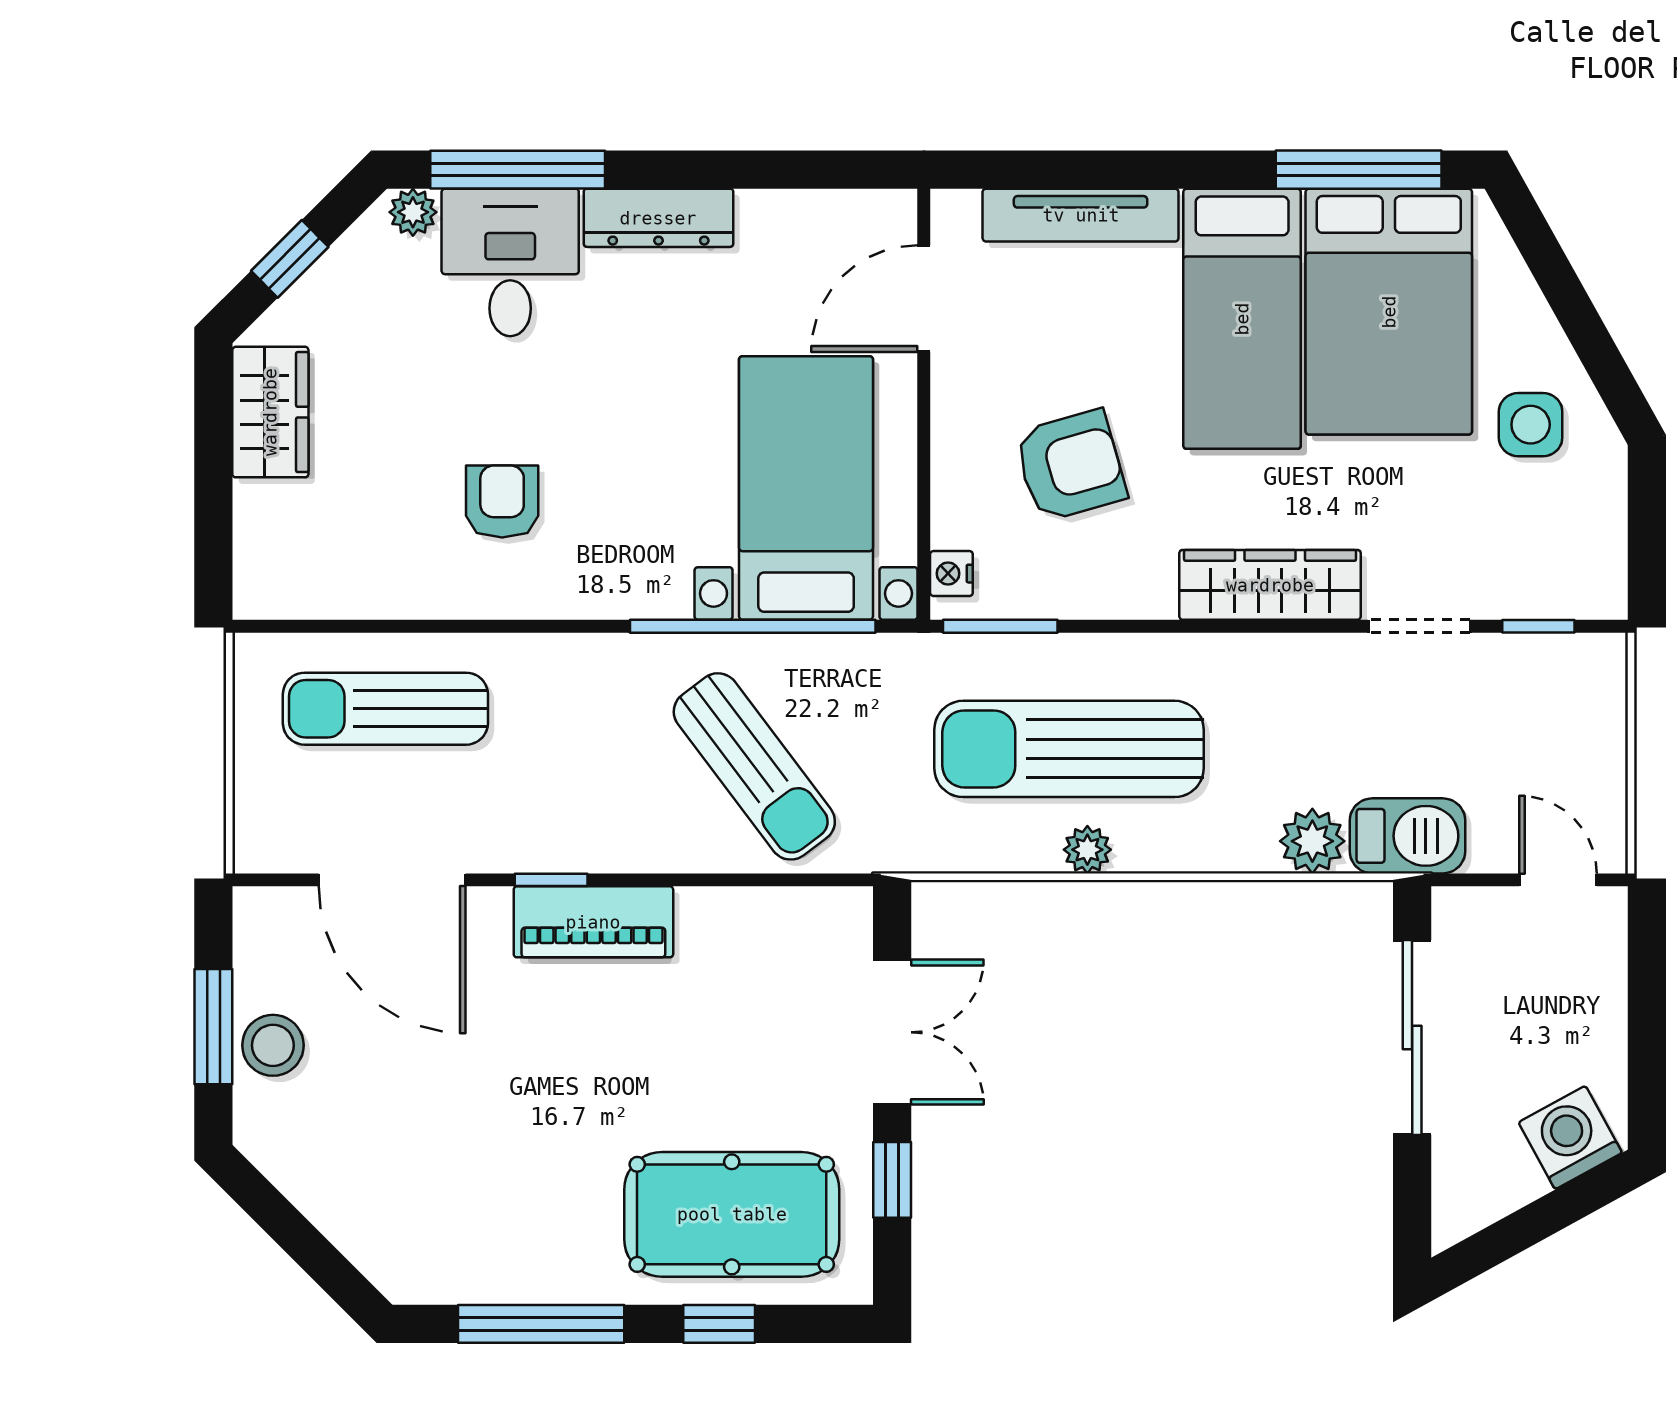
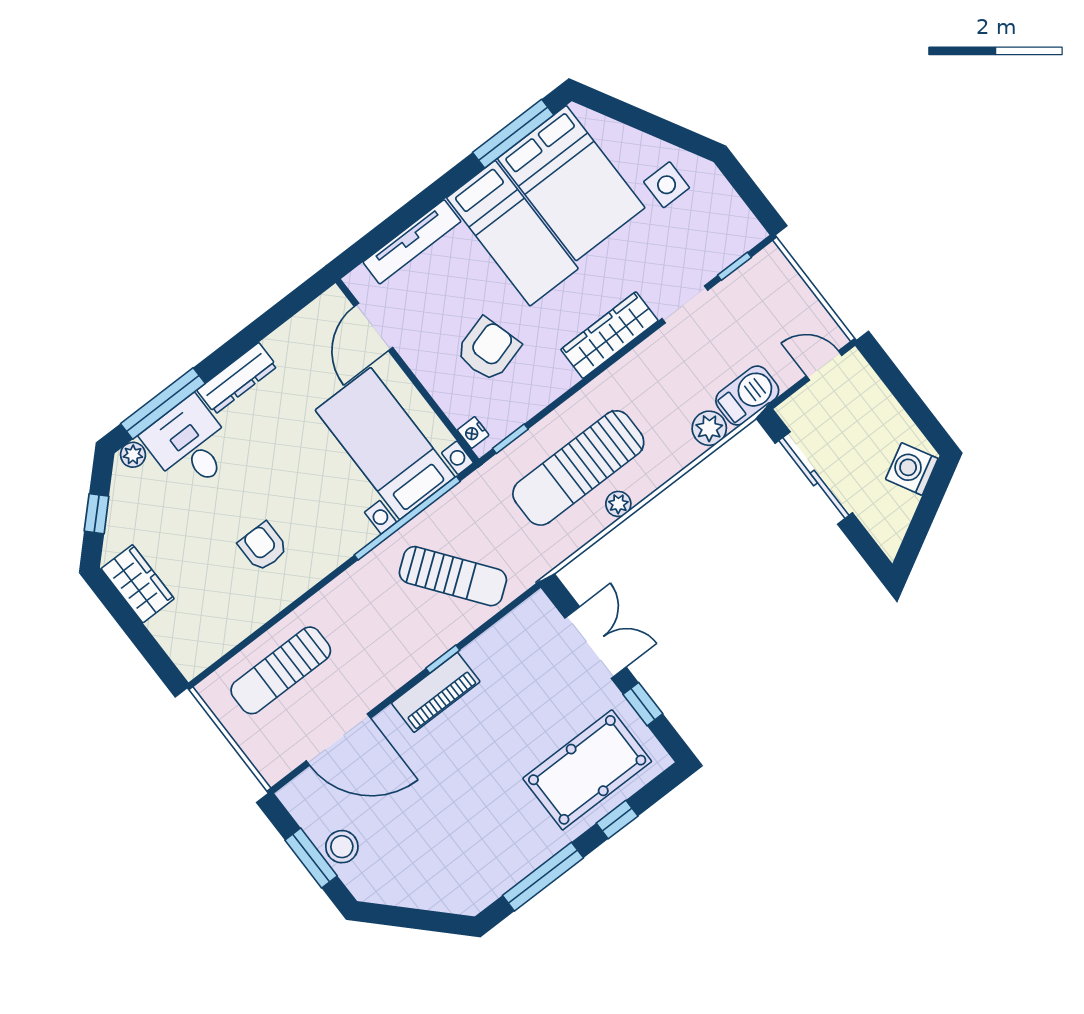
window: (1000, 626) -> (510, 439), width x0.67
window: (551, 880) -> (443, 659), moved

